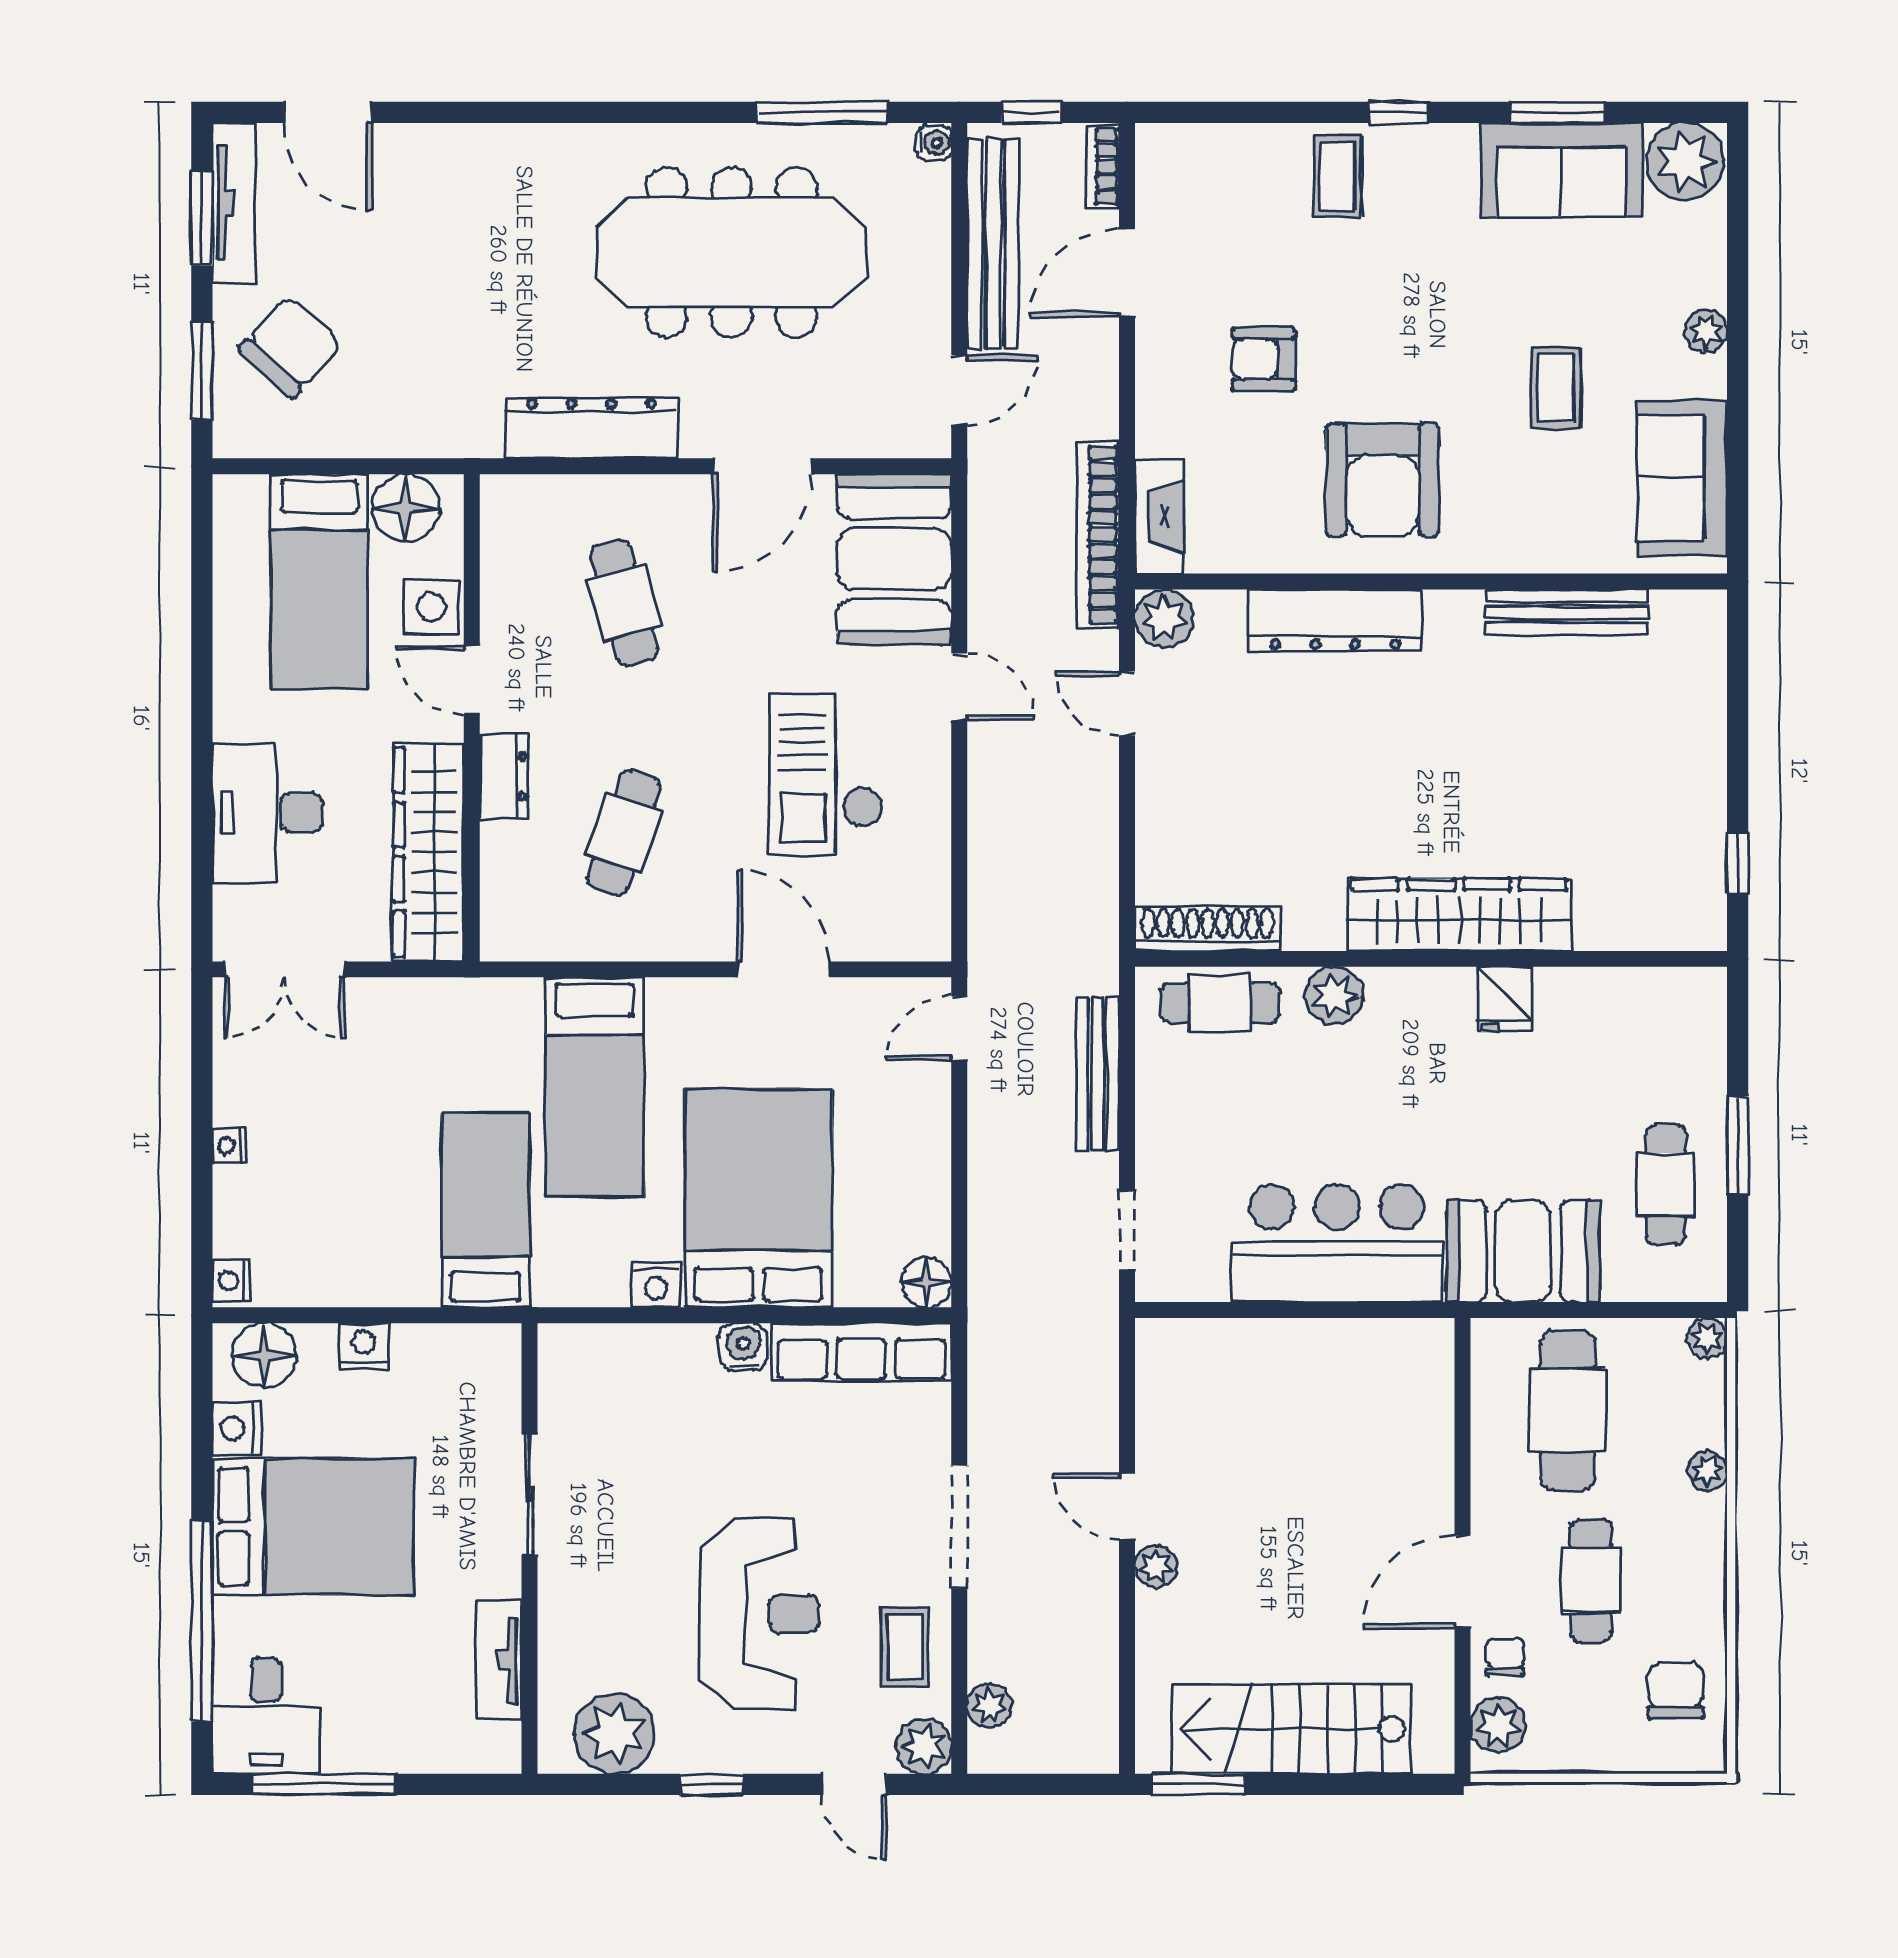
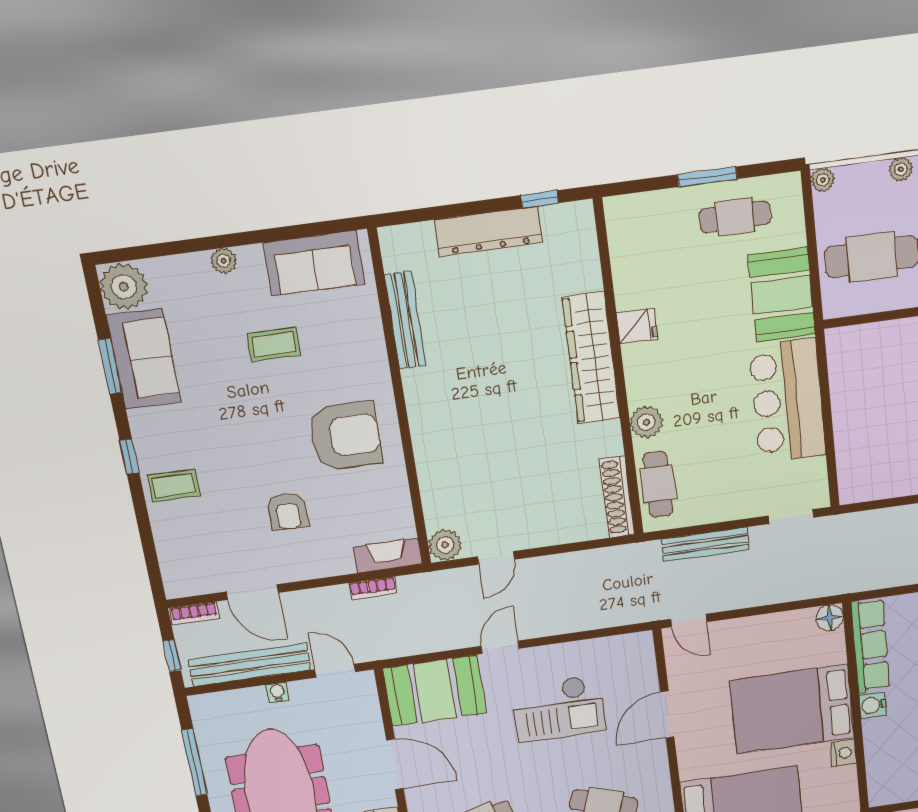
water cooler: (934, 143) -> (277, 692), moved
bookcase: (1098, 535) -> (373, 588), width x0.43, depth x0.76
dresser: (1335, 620) -> (489, 231), moved, turned 90

